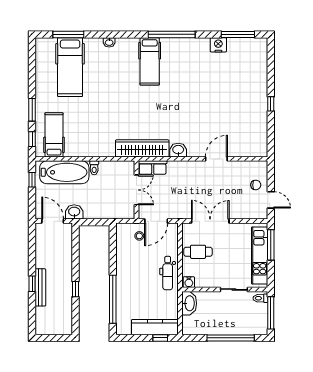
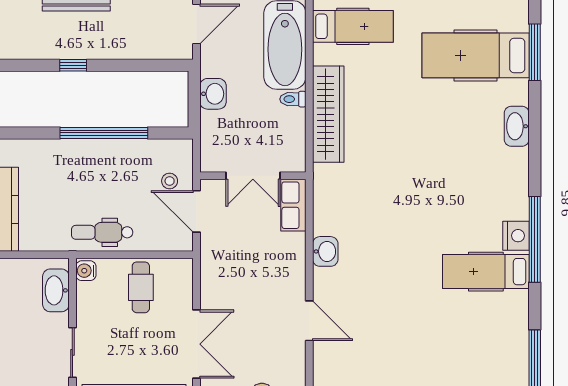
washbasin: (109, 42) -> (517, 126), width x1.91, depth x1.45
nightstand: (218, 45) -> (516, 236), moved
hospital bed: (150, 61) -> (486, 272), moved
wardrobe: (142, 148) -> (328, 114), moved
washbasin: (74, 212) -> (213, 94), moved
double door: (210, 221) -> (196, 344), moved
window: (113, 299) -> (104, 133), moved
washbasin: (189, 303) -> (56, 290), moved, turned 90

